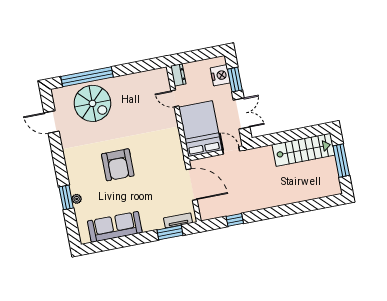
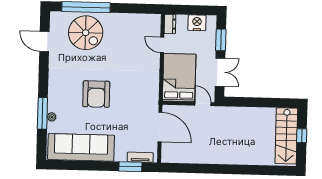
nightstand: (220, 75) -> (197, 23), moved, turned -90
stairs: (303, 150) -> (286, 136), moved, turned 90
window: (341, 161) -> (302, 136), width x0.46
window: (66, 197) -> (42, 113), width x1.44
window: (235, 220) -> (192, 168), removed
sofa: (115, 227) -> (81, 147), width x1.36, depth x1.27

